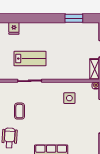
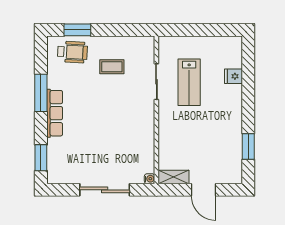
fridge: (14, 28) -> (234, 76), moved
side table: (69, 98) -> (131, 140), removed

